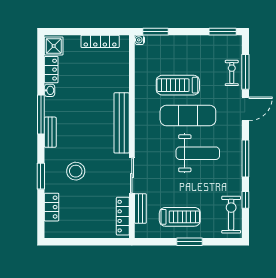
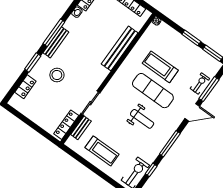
window: (156, 32) -> (191, 38), moved
window: (41, 114) -> (54, 33), moved
bench: (122, 123) -> (120, 48), moved
bench: (50, 132) -> (56, 42), width x1.36
weight bench: (198, 153) -> (142, 119), width x0.73, depth x0.75
window: (189, 242) -> (97, 171), removed

